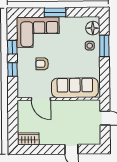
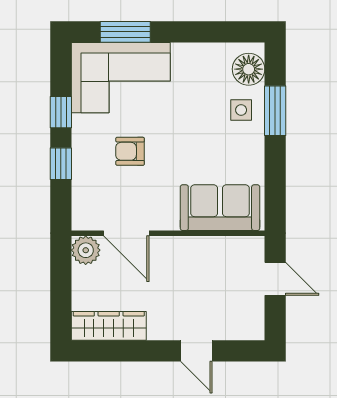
window: (55, 12) -> (125, 32), moved
sofa: (75, 88) -> (220, 208), width x0.73
plant: (23, 106) -> (86, 250), added
wardrobe: (28, 139) -> (109, 326), width x1.50

